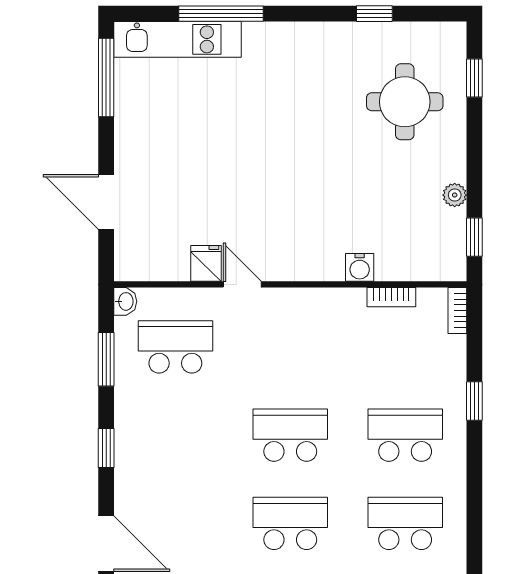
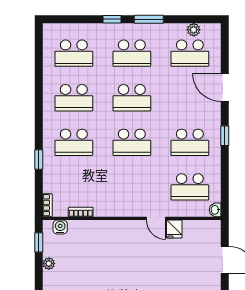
water cooler: (360, 267) -> (60, 227), moved
window: (106, 359) -> (225, 181), removed
school desk: (175, 435) -> (190, 142), added

